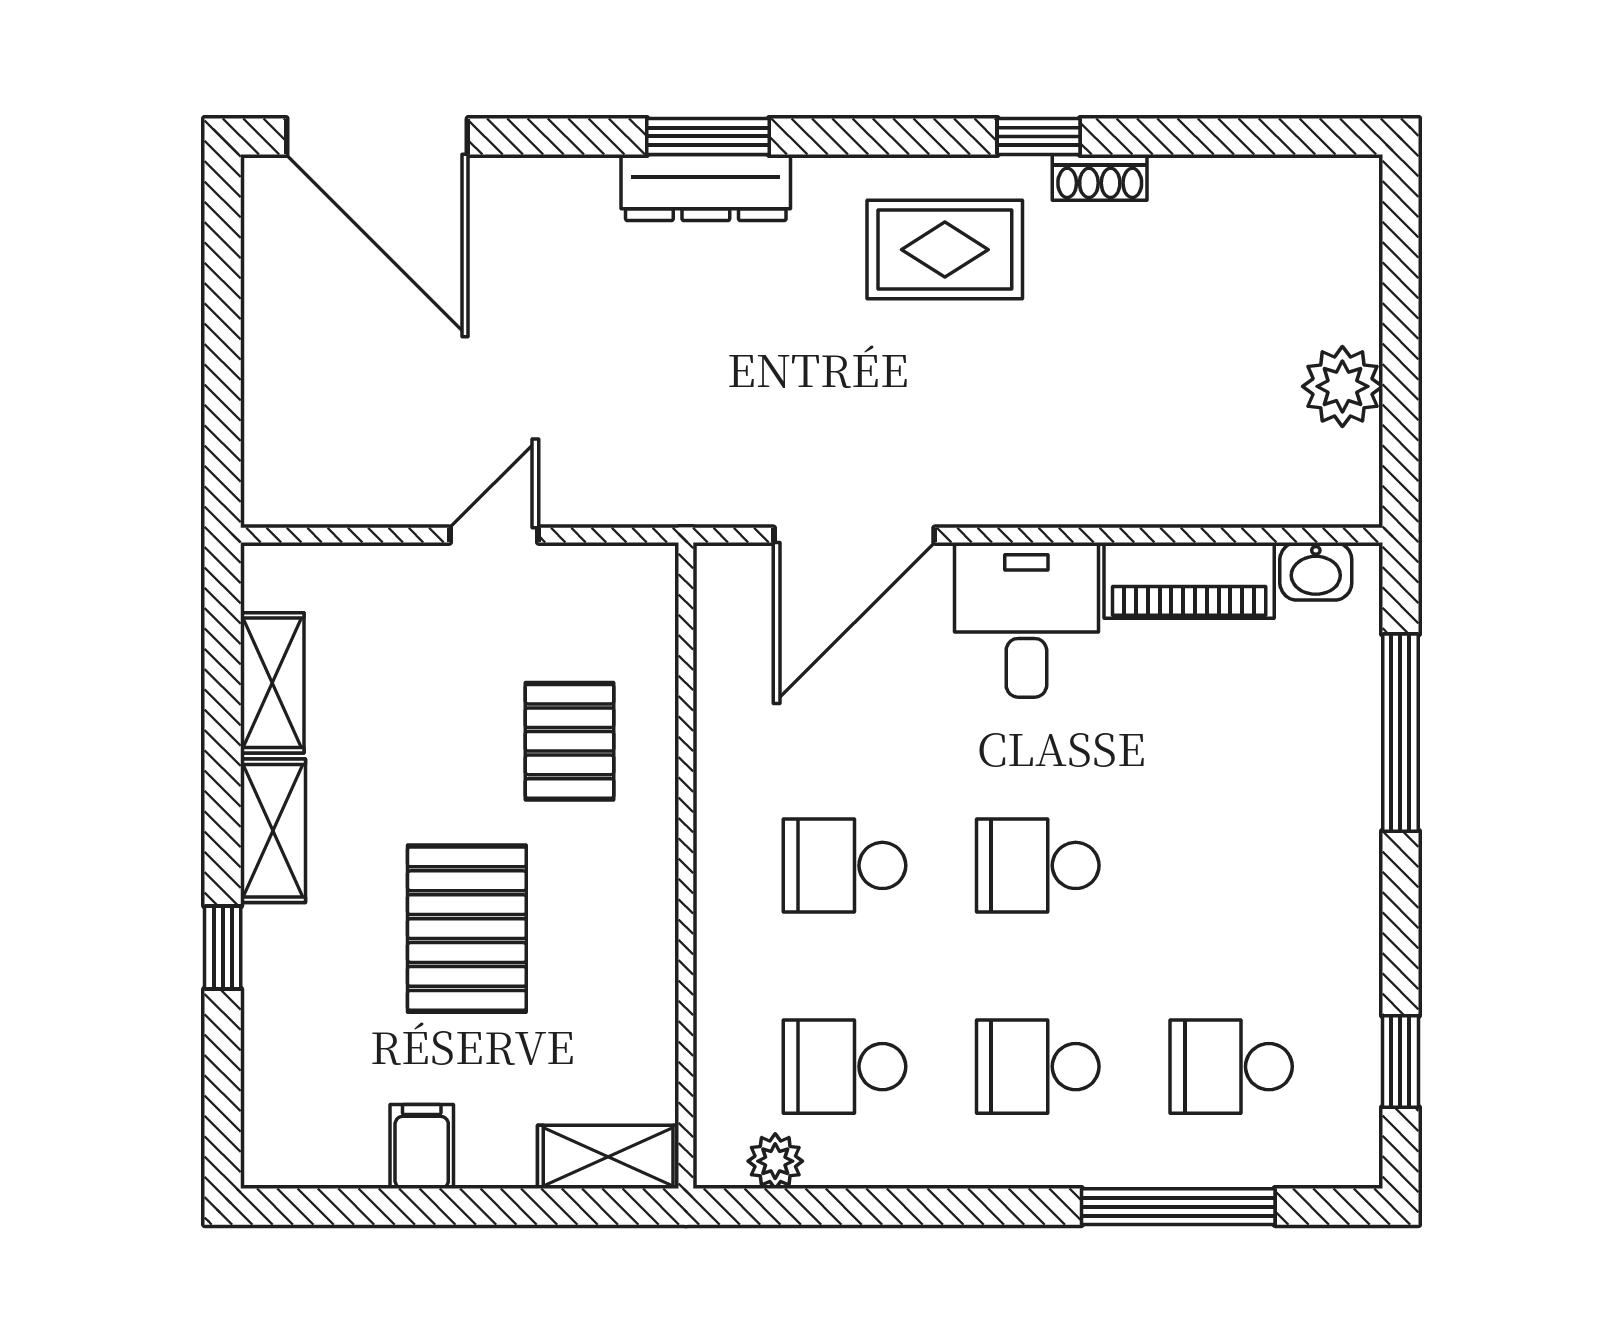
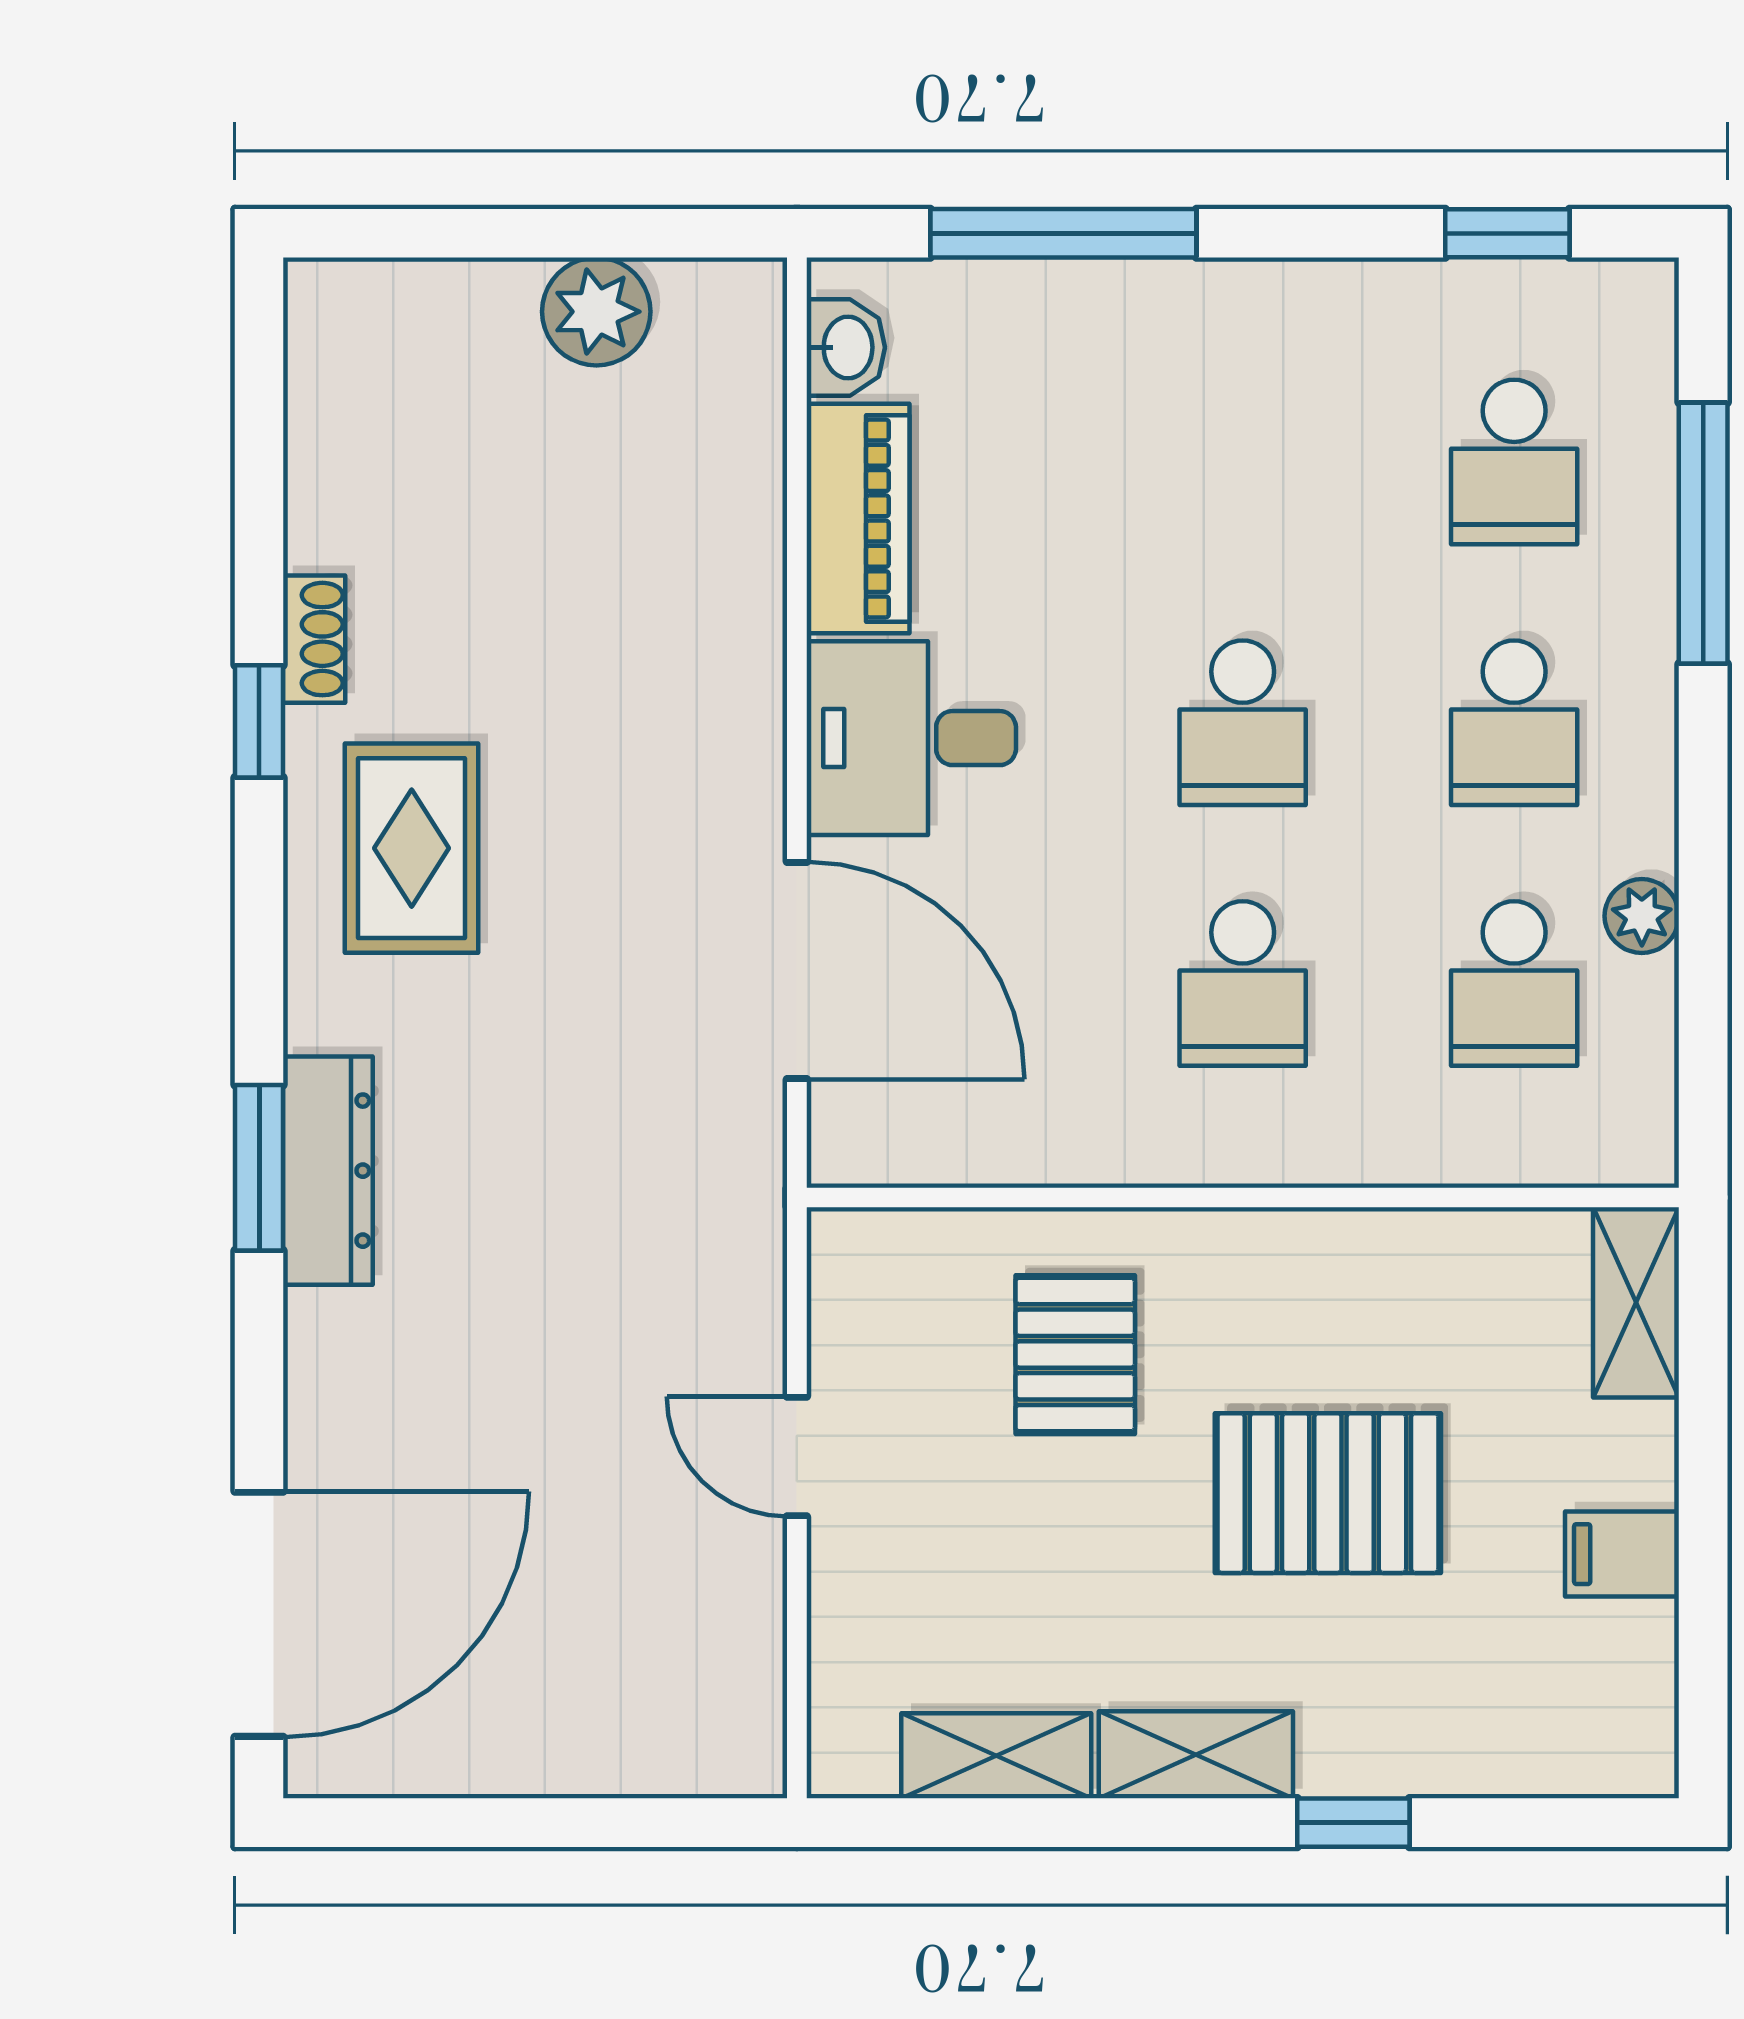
pallet: (570, 741) -> (1075, 1355), turned 90
plant: (775, 1161) -> (1642, 916), moved

